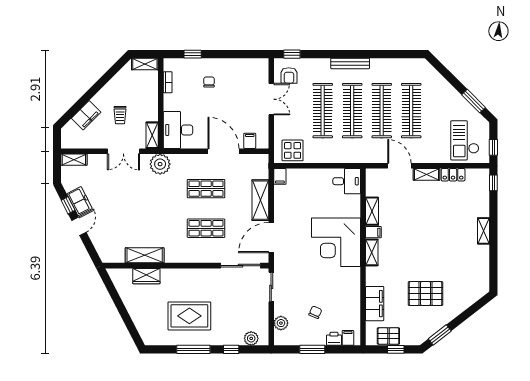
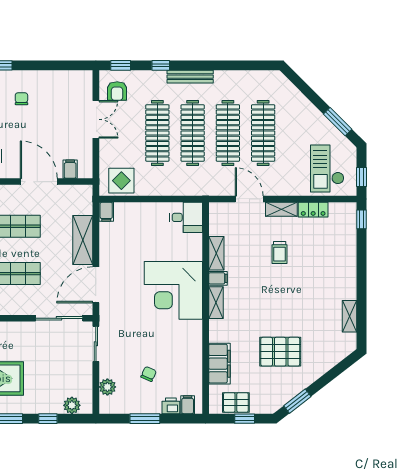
window: (326, 54) -> (161, 65), added
trolley: (425, 211) -> (280, 253), added
shelving: (484, 231) -> (350, 316), moved

